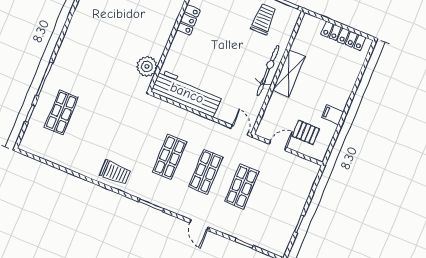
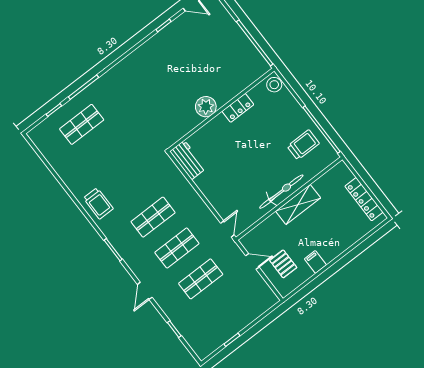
plant: (147, 66) -> (206, 107), moved
workbench: (187, 93) -> (188, 160), width x0.53, depth x0.76

